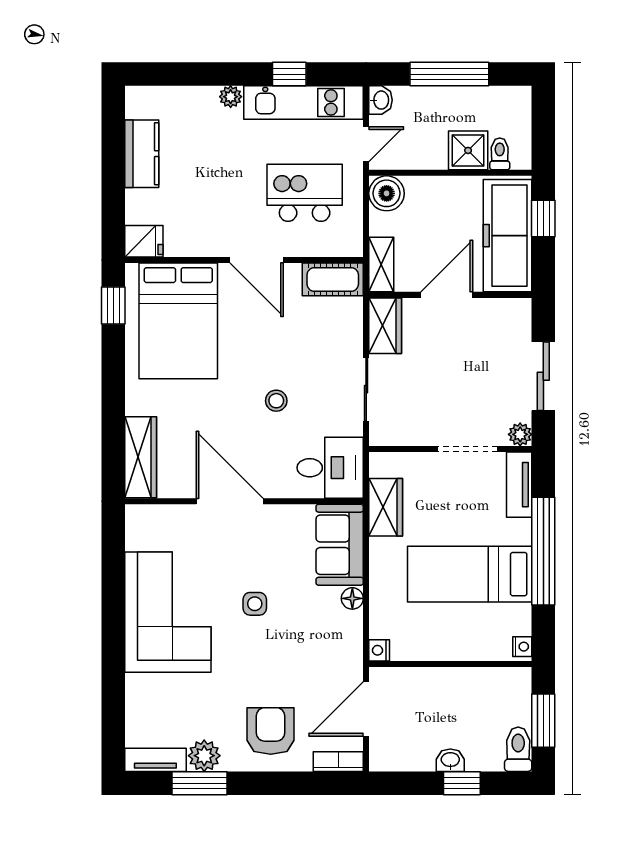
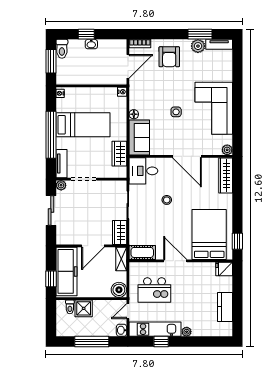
plant: (137, 516) -> (227, 150), added

